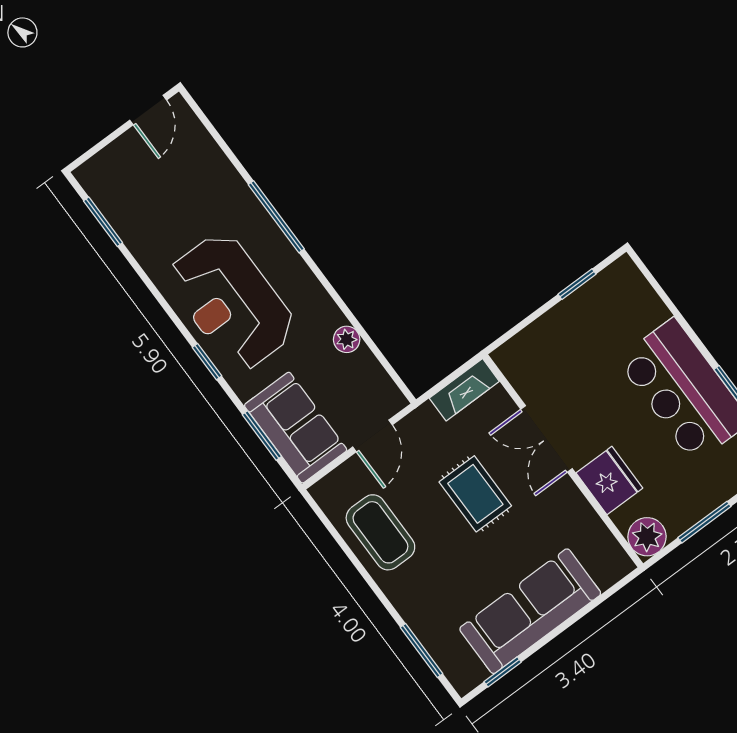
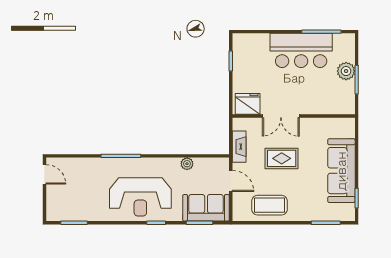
fireplace: (464, 390) -> (239, 147), moved
fridge: (609, 481) -> (248, 104), moved
plant: (647, 537) -> (346, 71), moved

